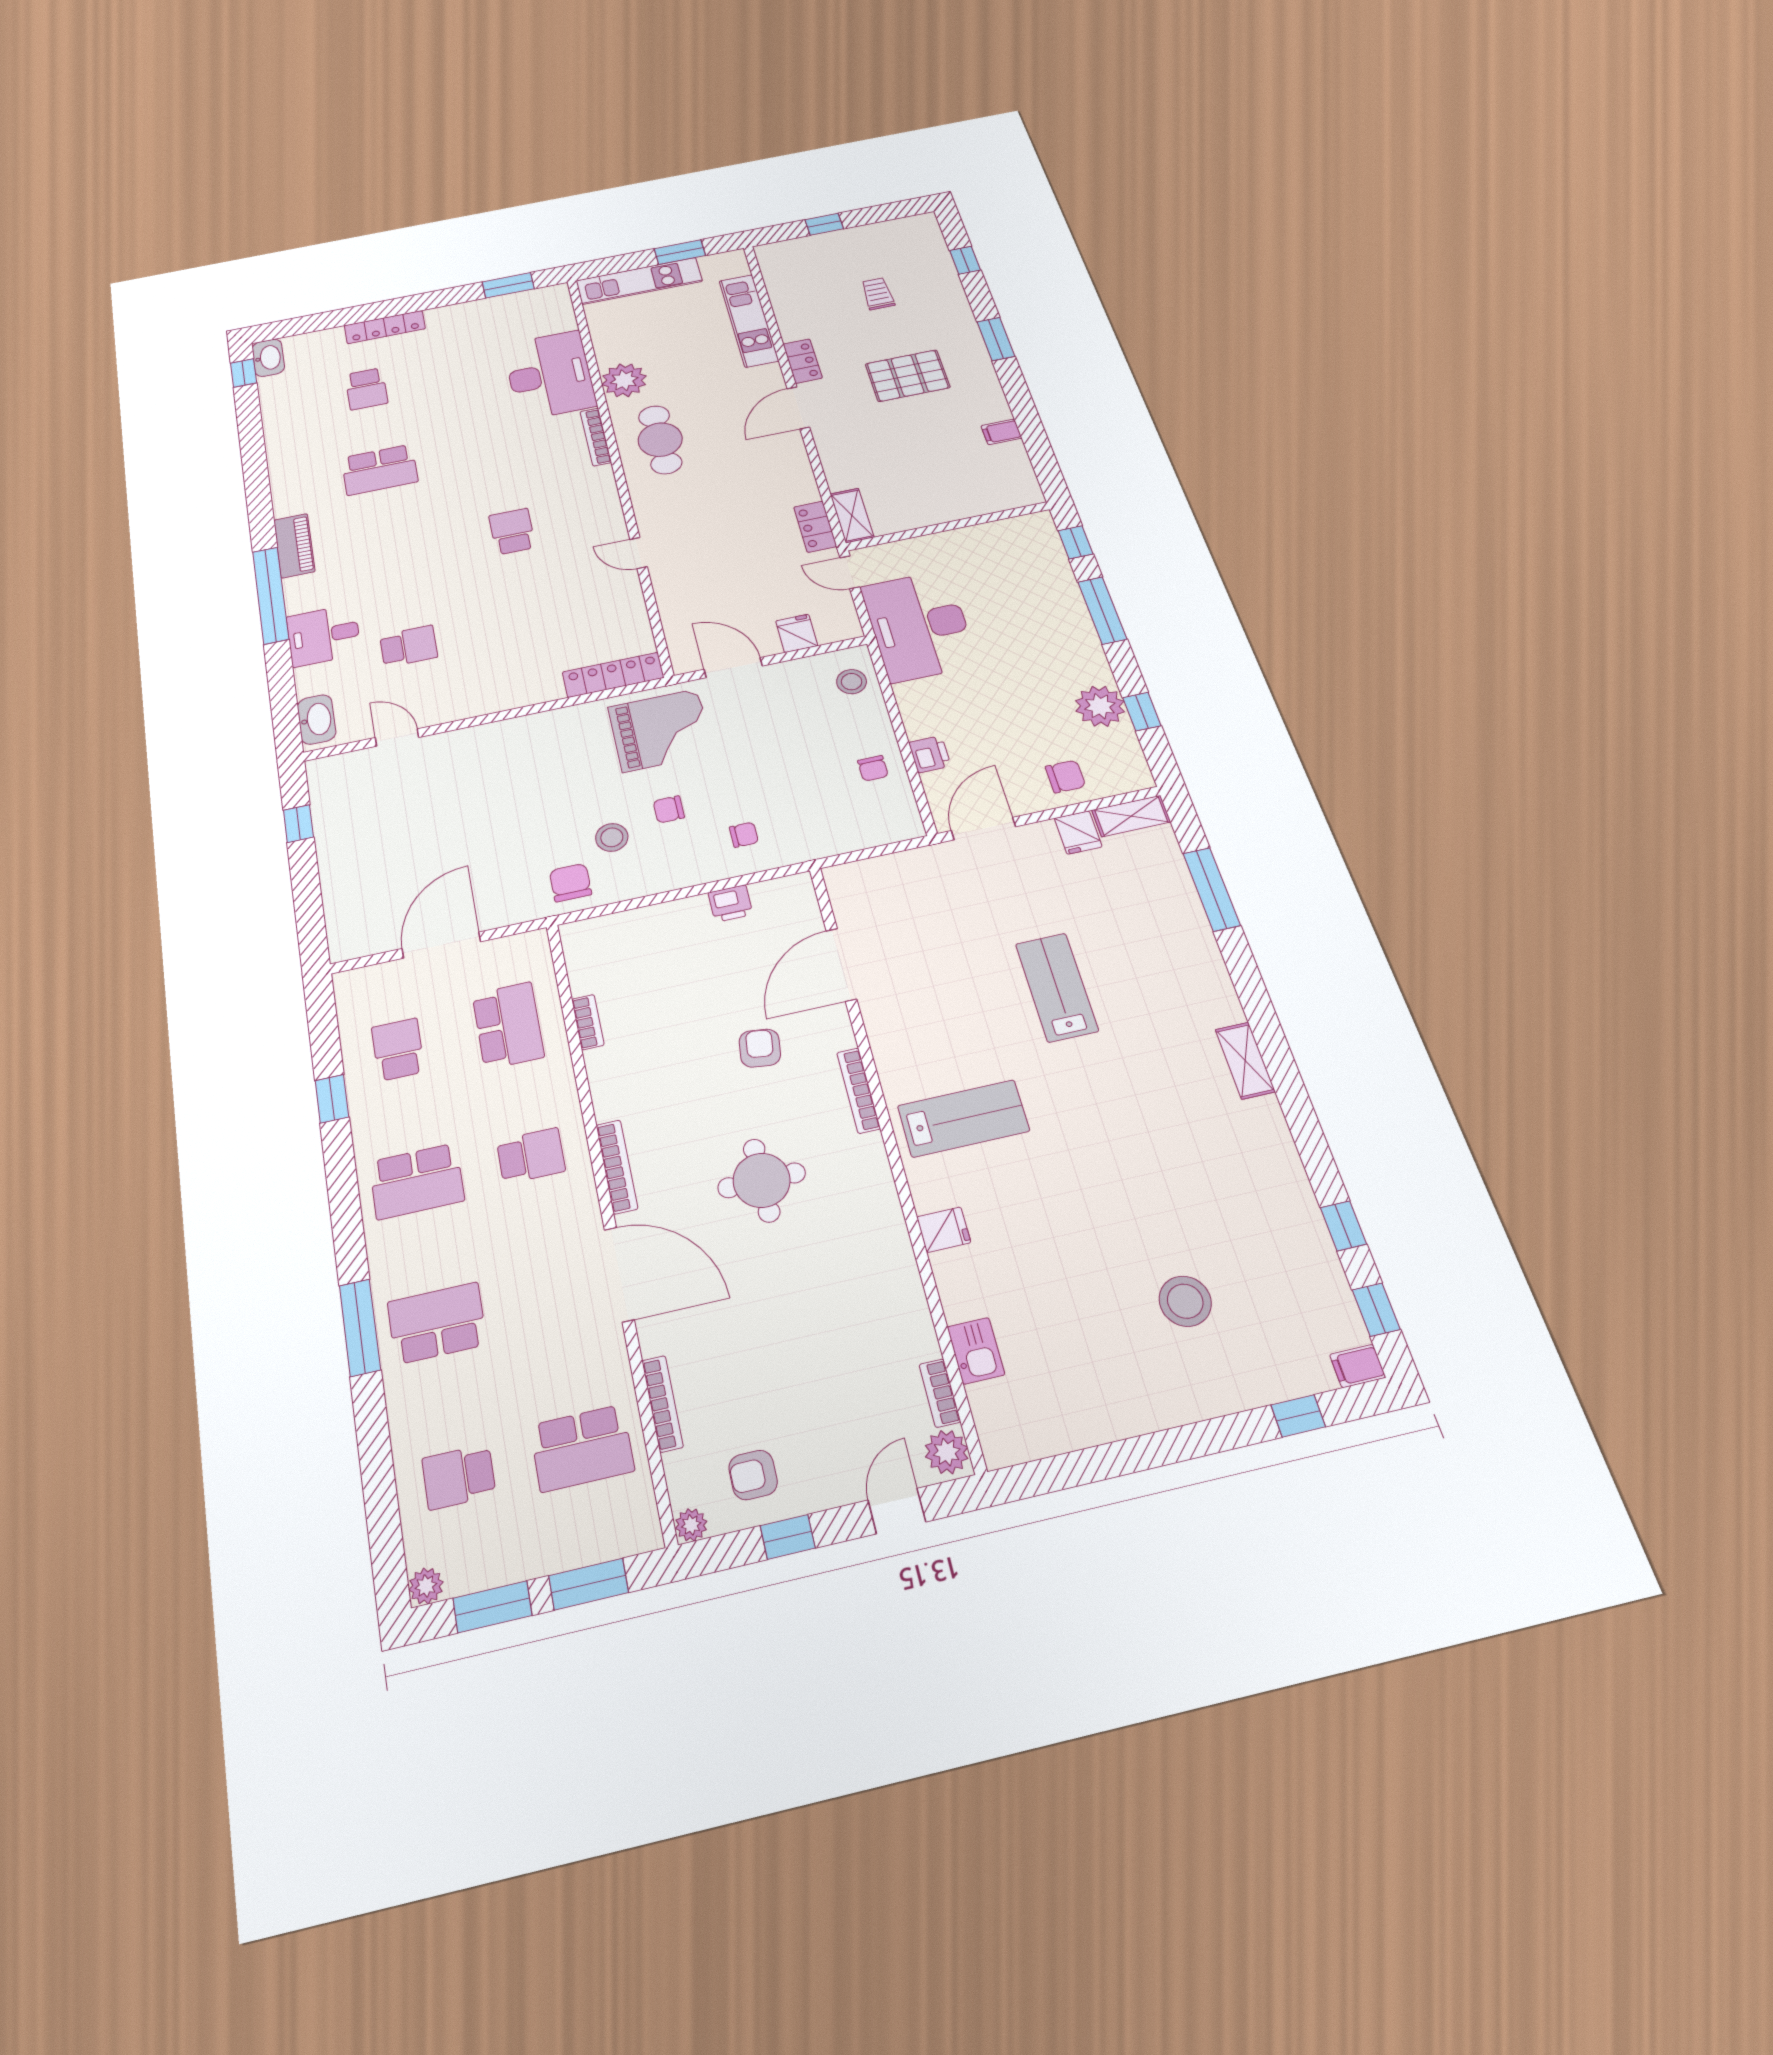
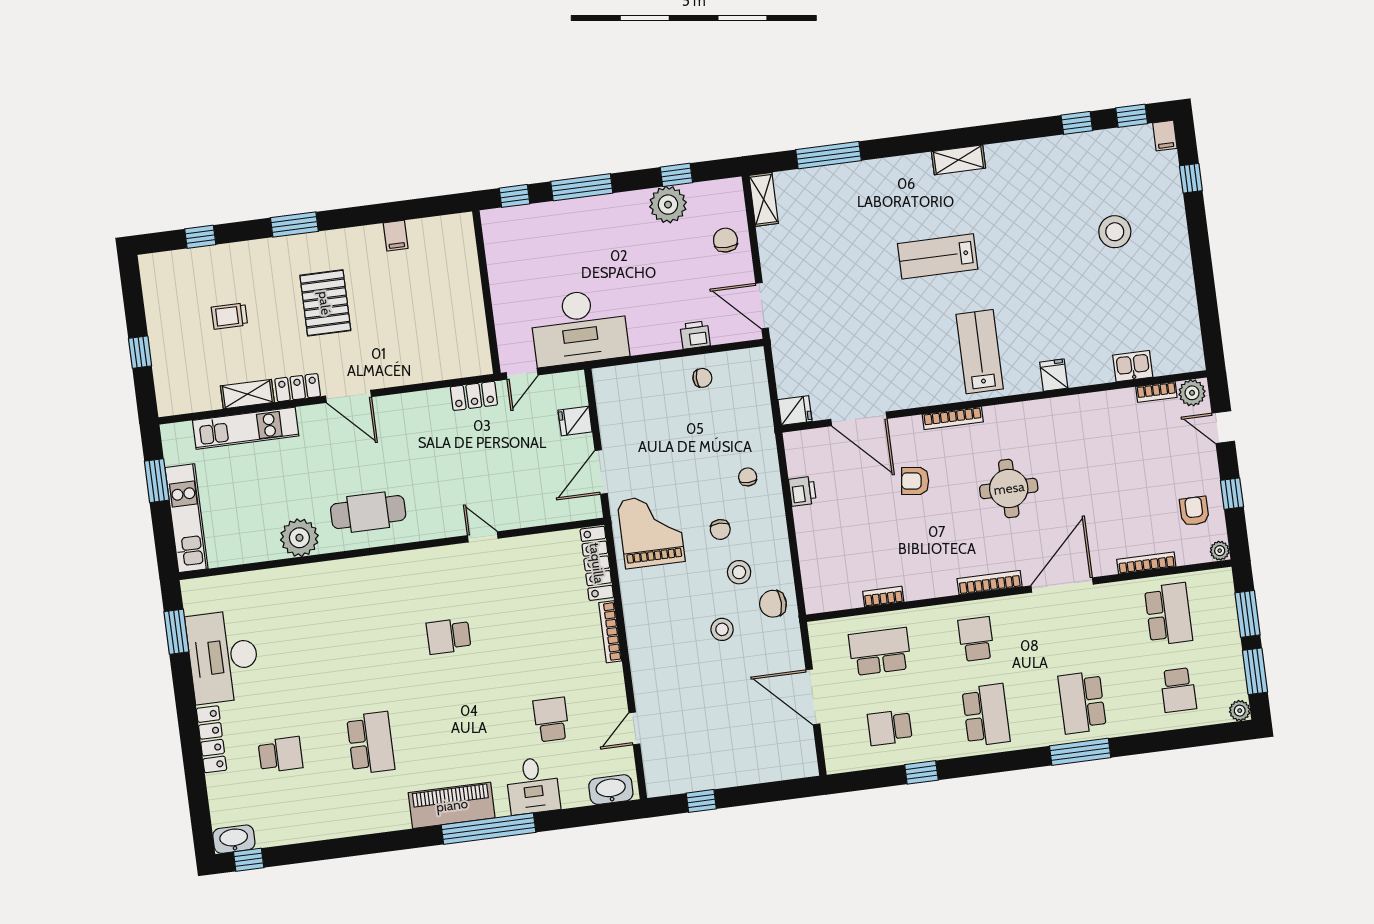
desk: (550, 375) -> (223, 657), moved, turned -90
bookcase: (596, 437) -> (610, 632), moved, turned 90
shelving: (852, 516) -> (247, 394), moved
piano: (294, 546) -> (452, 805), width x1.37, depth x1.33
door: (639, 553) -> (483, 537), swing flipped
stool: (852, 682) -> (722, 629), moved
fridge: (1078, 832) -> (795, 410), moved
lab bench: (1057, 987) -> (938, 256), moved
armchair: (753, 1475) -> (1194, 511), turned 180

